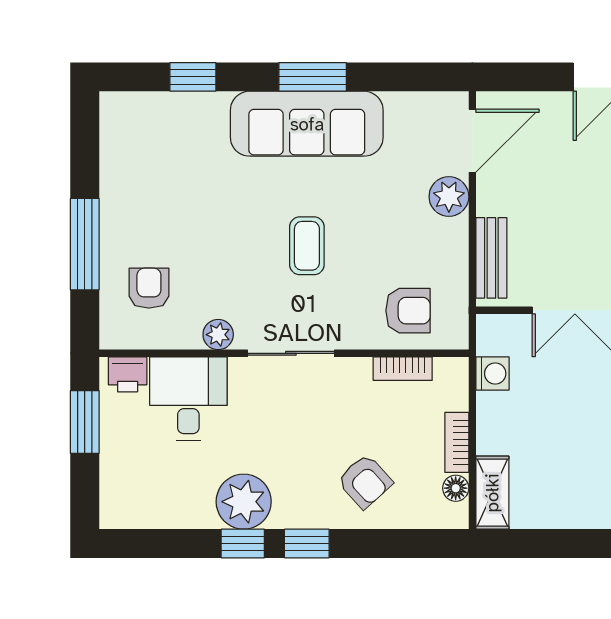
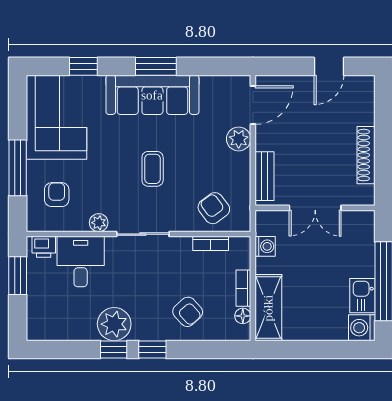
corner sofa: (149, 161) -> (56, 117), added
armchair: (408, 311) -> (214, 208), turned -127
shelving: (492, 493) -> (268, 308), width x1.50, depth x1.33

